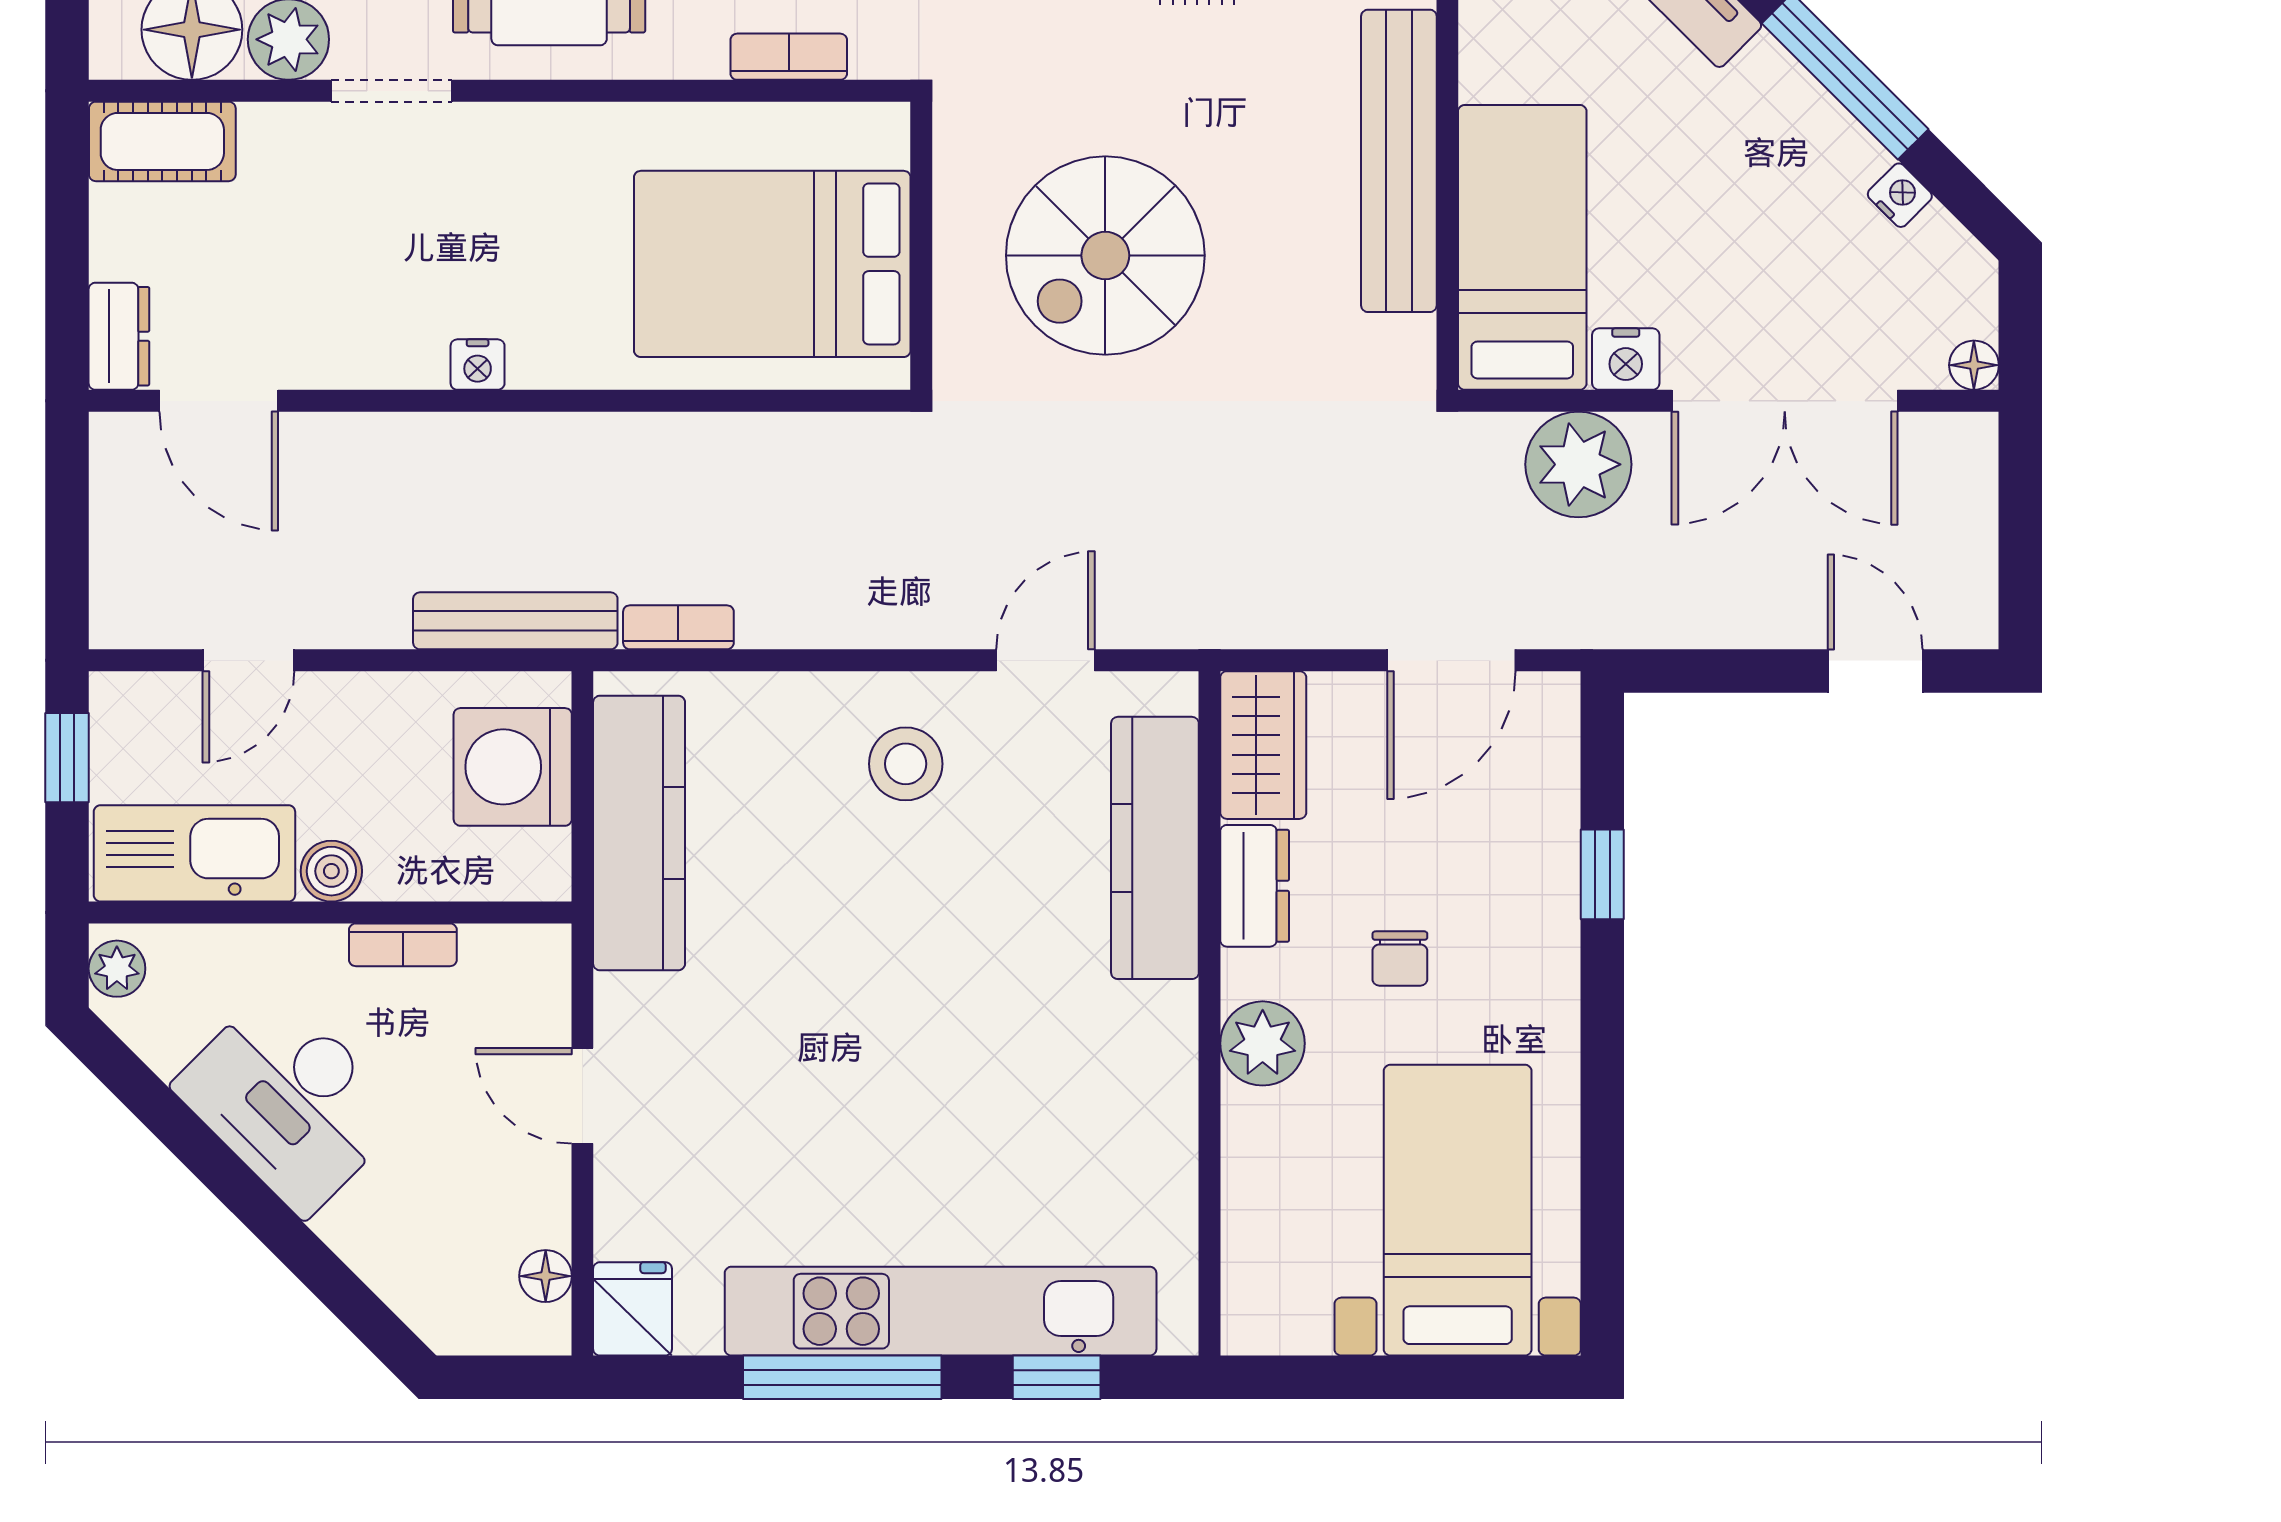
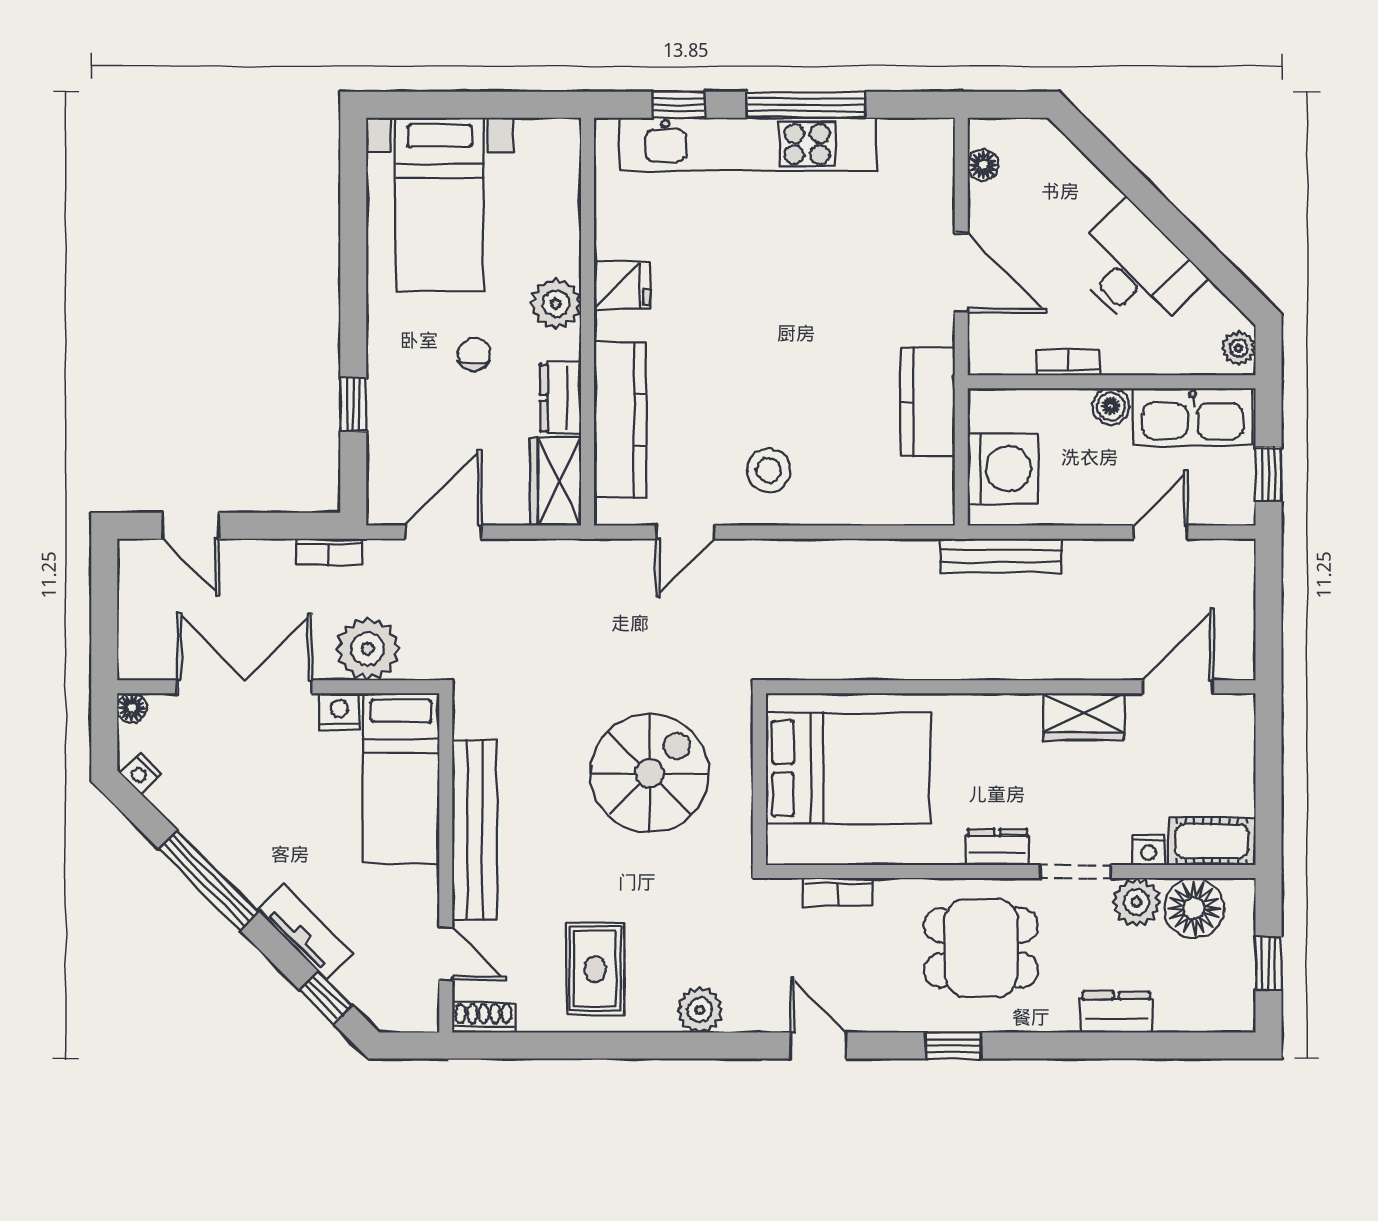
nightstand: (1900, 195) -> (140, 774), moved
dresser: (119, 336) -> (997, 847), moved, turned 90
wardrobe: (377, 351) -> (1083, 717), added
nightstand: (478, 365) -> (1149, 850), moved, turned 180
door: (219, 401) -> (1178, 687), hinge flipped
bookcase: (678, 627) -> (329, 552), moved
kitchen counter: (639, 833) -> (928, 402), width x0.67
door: (582, 1096) -> (961, 272), width x1.38
fridge: (633, 1309) -> (622, 286), moved, turned -90

